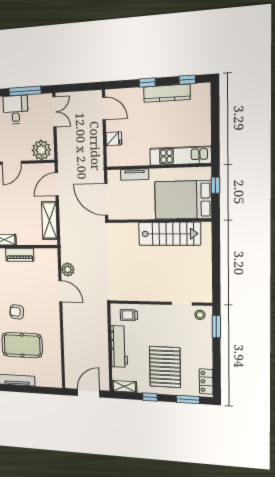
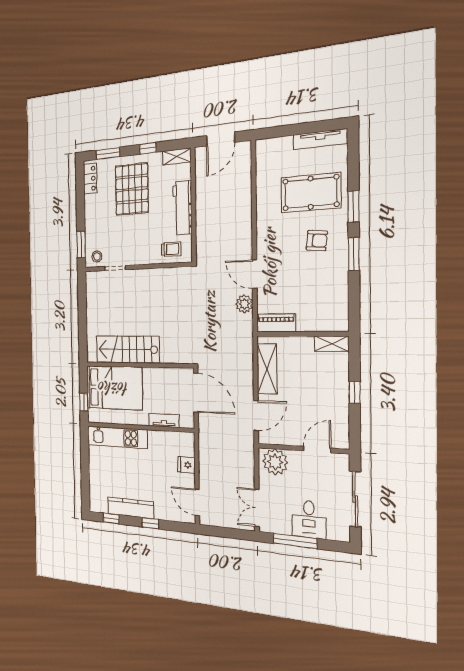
piano: (20, 255) -> (276, 323), moved

